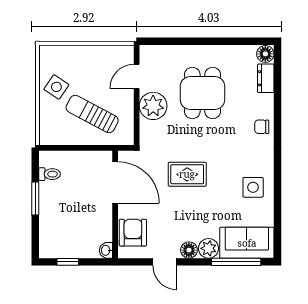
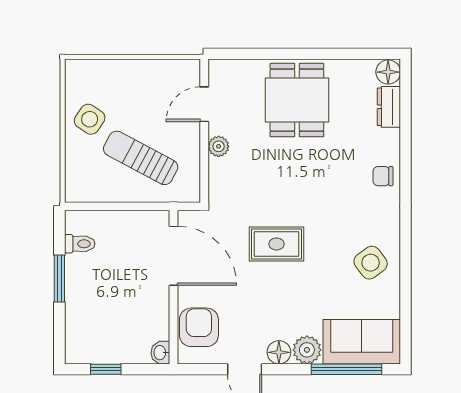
dining table: (202, 93) -> (297, 100), moved
plant: (153, 106) -> (219, 146), width x0.53, depth x0.53
side table: (253, 187) -> (371, 263), turned -37

